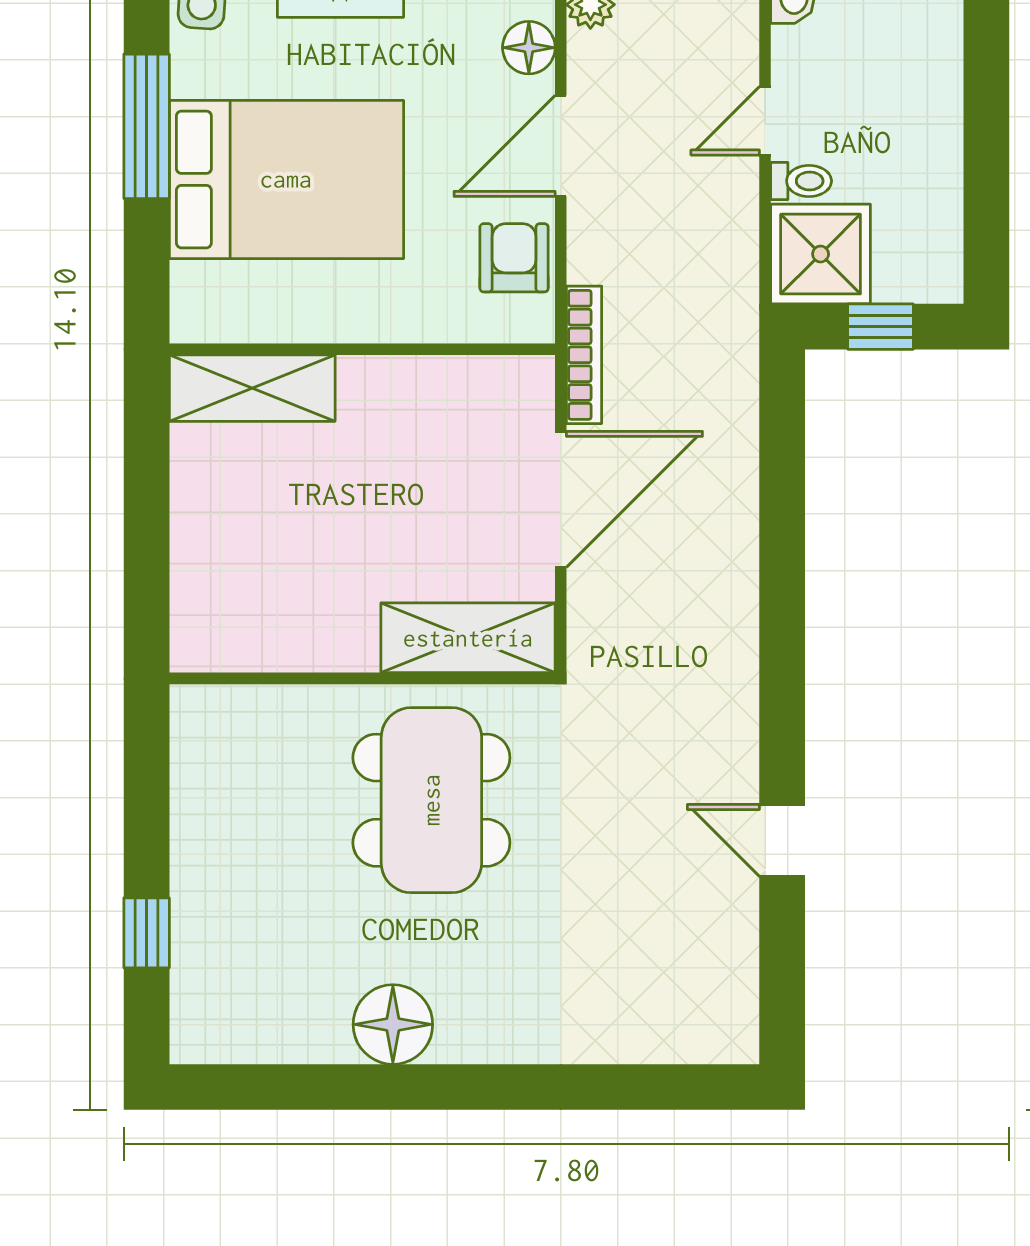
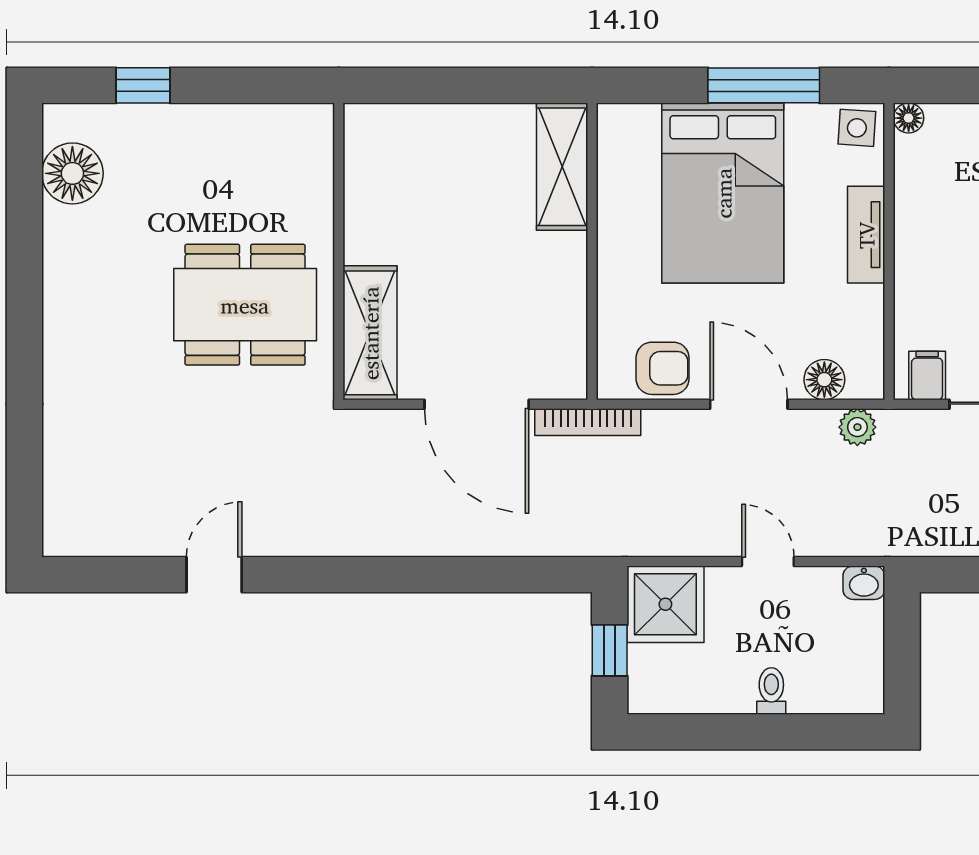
toilet: (801, 181) -> (771, 691), moved, turned 180
floor lamp: (393, 1024) -> (72, 173), moved

